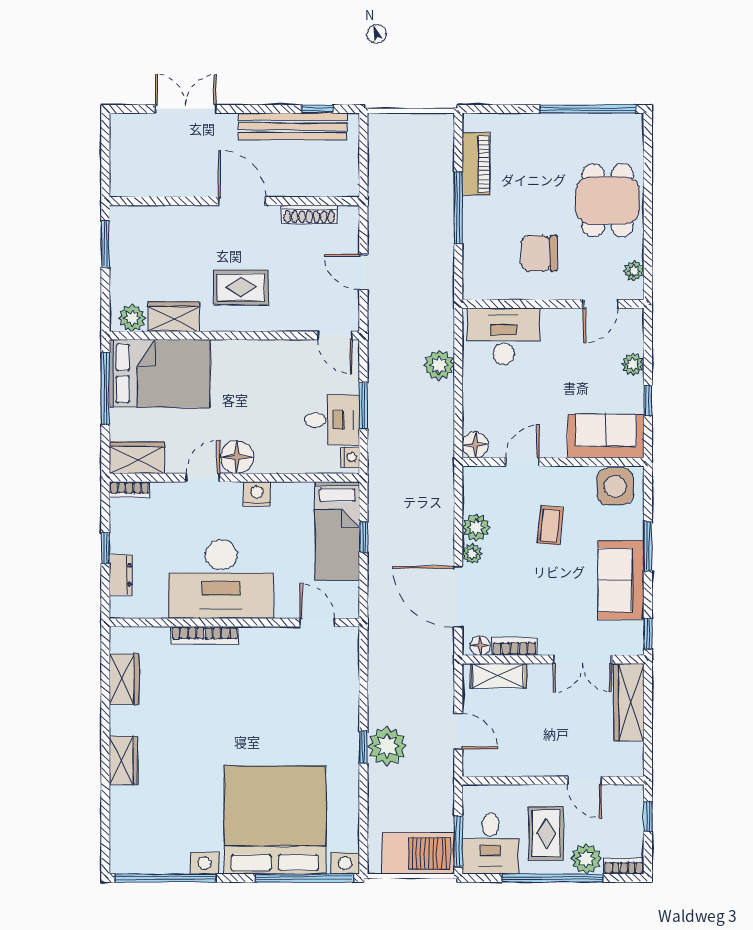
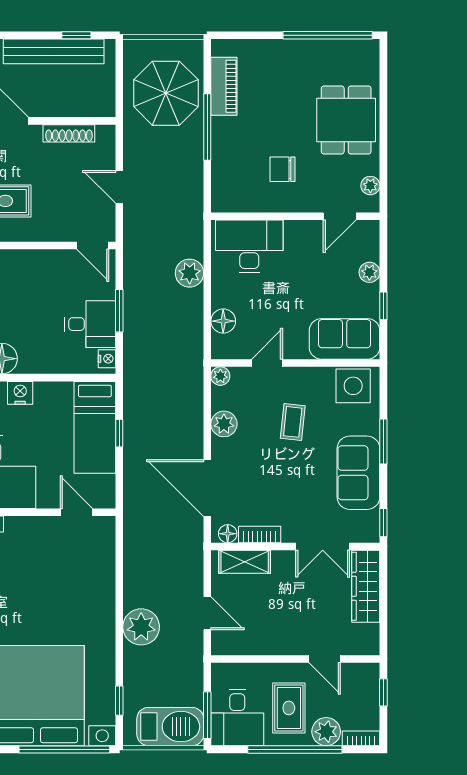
parasol: (414, 171) -> (166, 93), added
chair: (539, 253) -> (282, 169), width x0.73, depth x0.73
floor lamp: (475, 445) -> (223, 321), moved
plant: (472, 554) -> (220, 376), moved
window: (363, 747) -> (119, 701), moved

